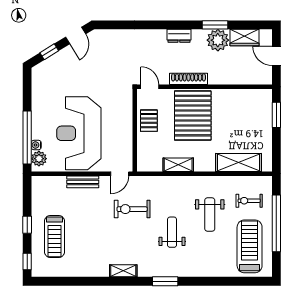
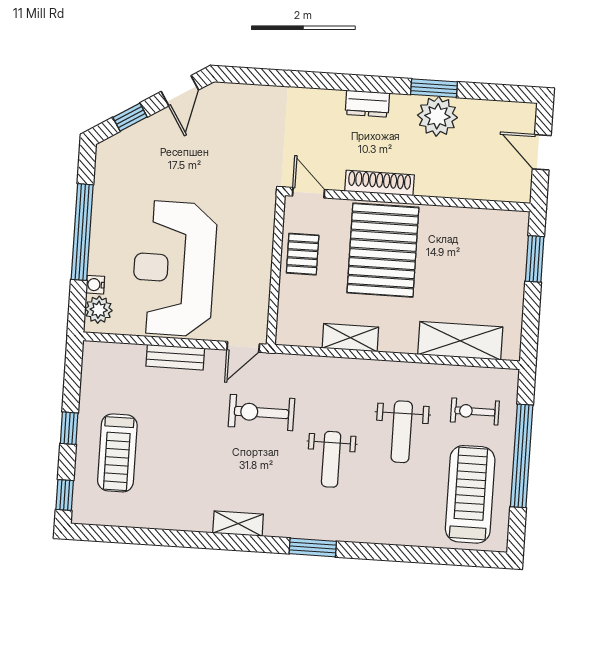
wardrobe: (244, 37) -> (486, 115), removed
window: (27, 137) -> (82, 232), moved
weight bench: (172, 232) -> (331, 459), turned 180

